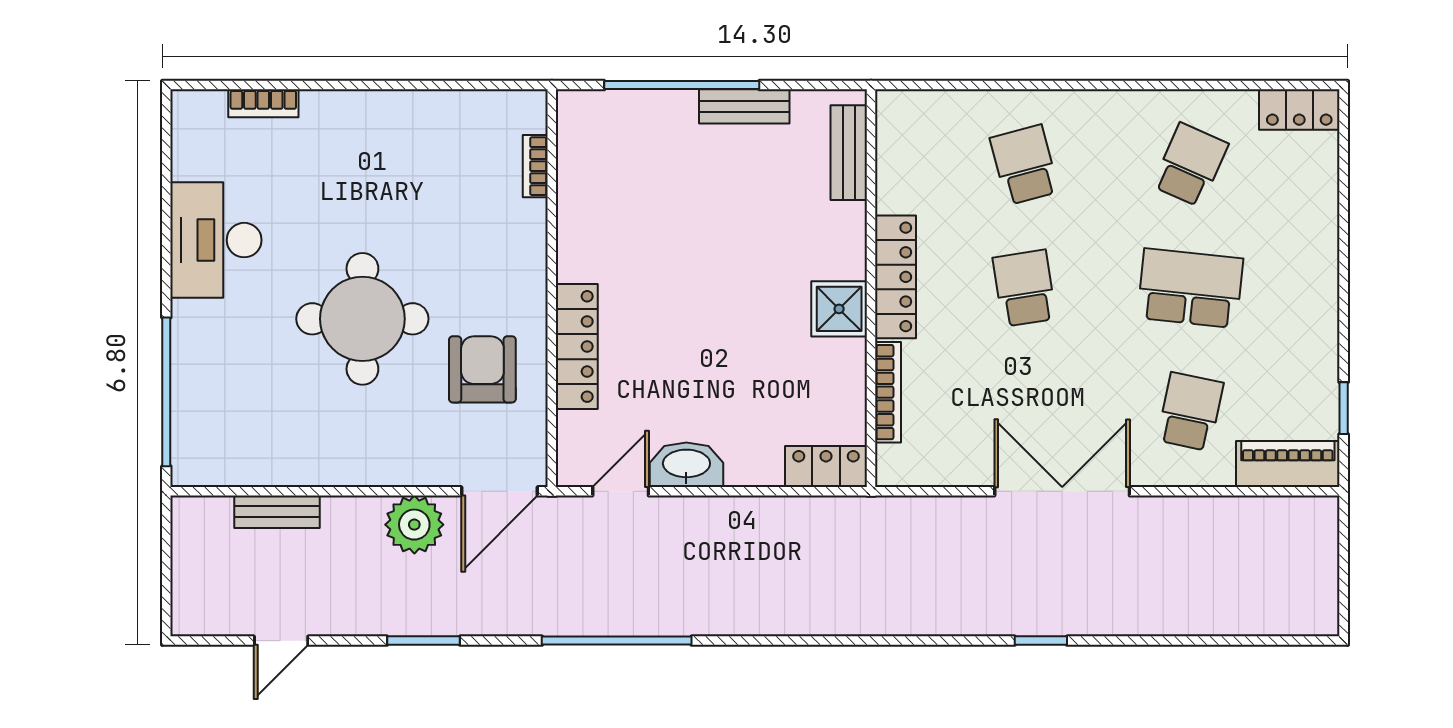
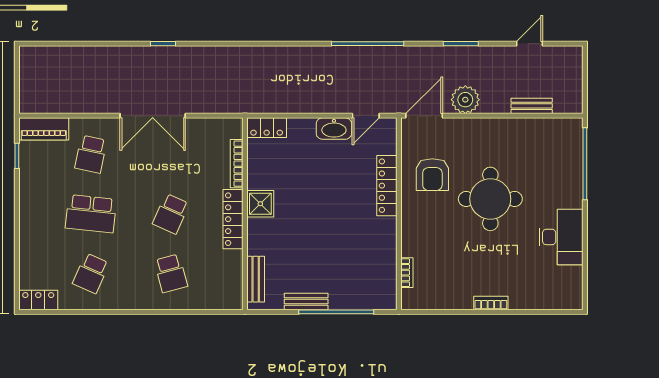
bookcase: (263, 103) -> (491, 303), moved
school desk: (1024, 288) -> (171, 214), turned 33

